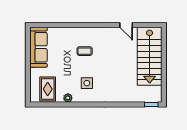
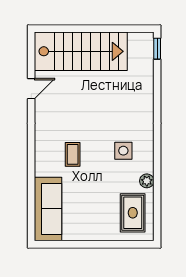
sofa: (39, 47) -> (48, 209), moved, turned 90
rug: (48, 89) -> (133, 213), turned 90

